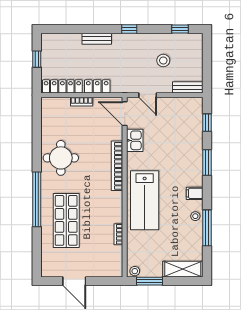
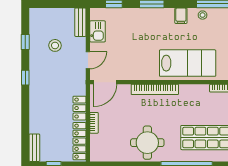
window: (180, 29) -> (25, 42), moved
bench: (97, 39) -> (34, 148), moved
kitchen sink: (135, 140) -> (98, 31), moved, turned 90

